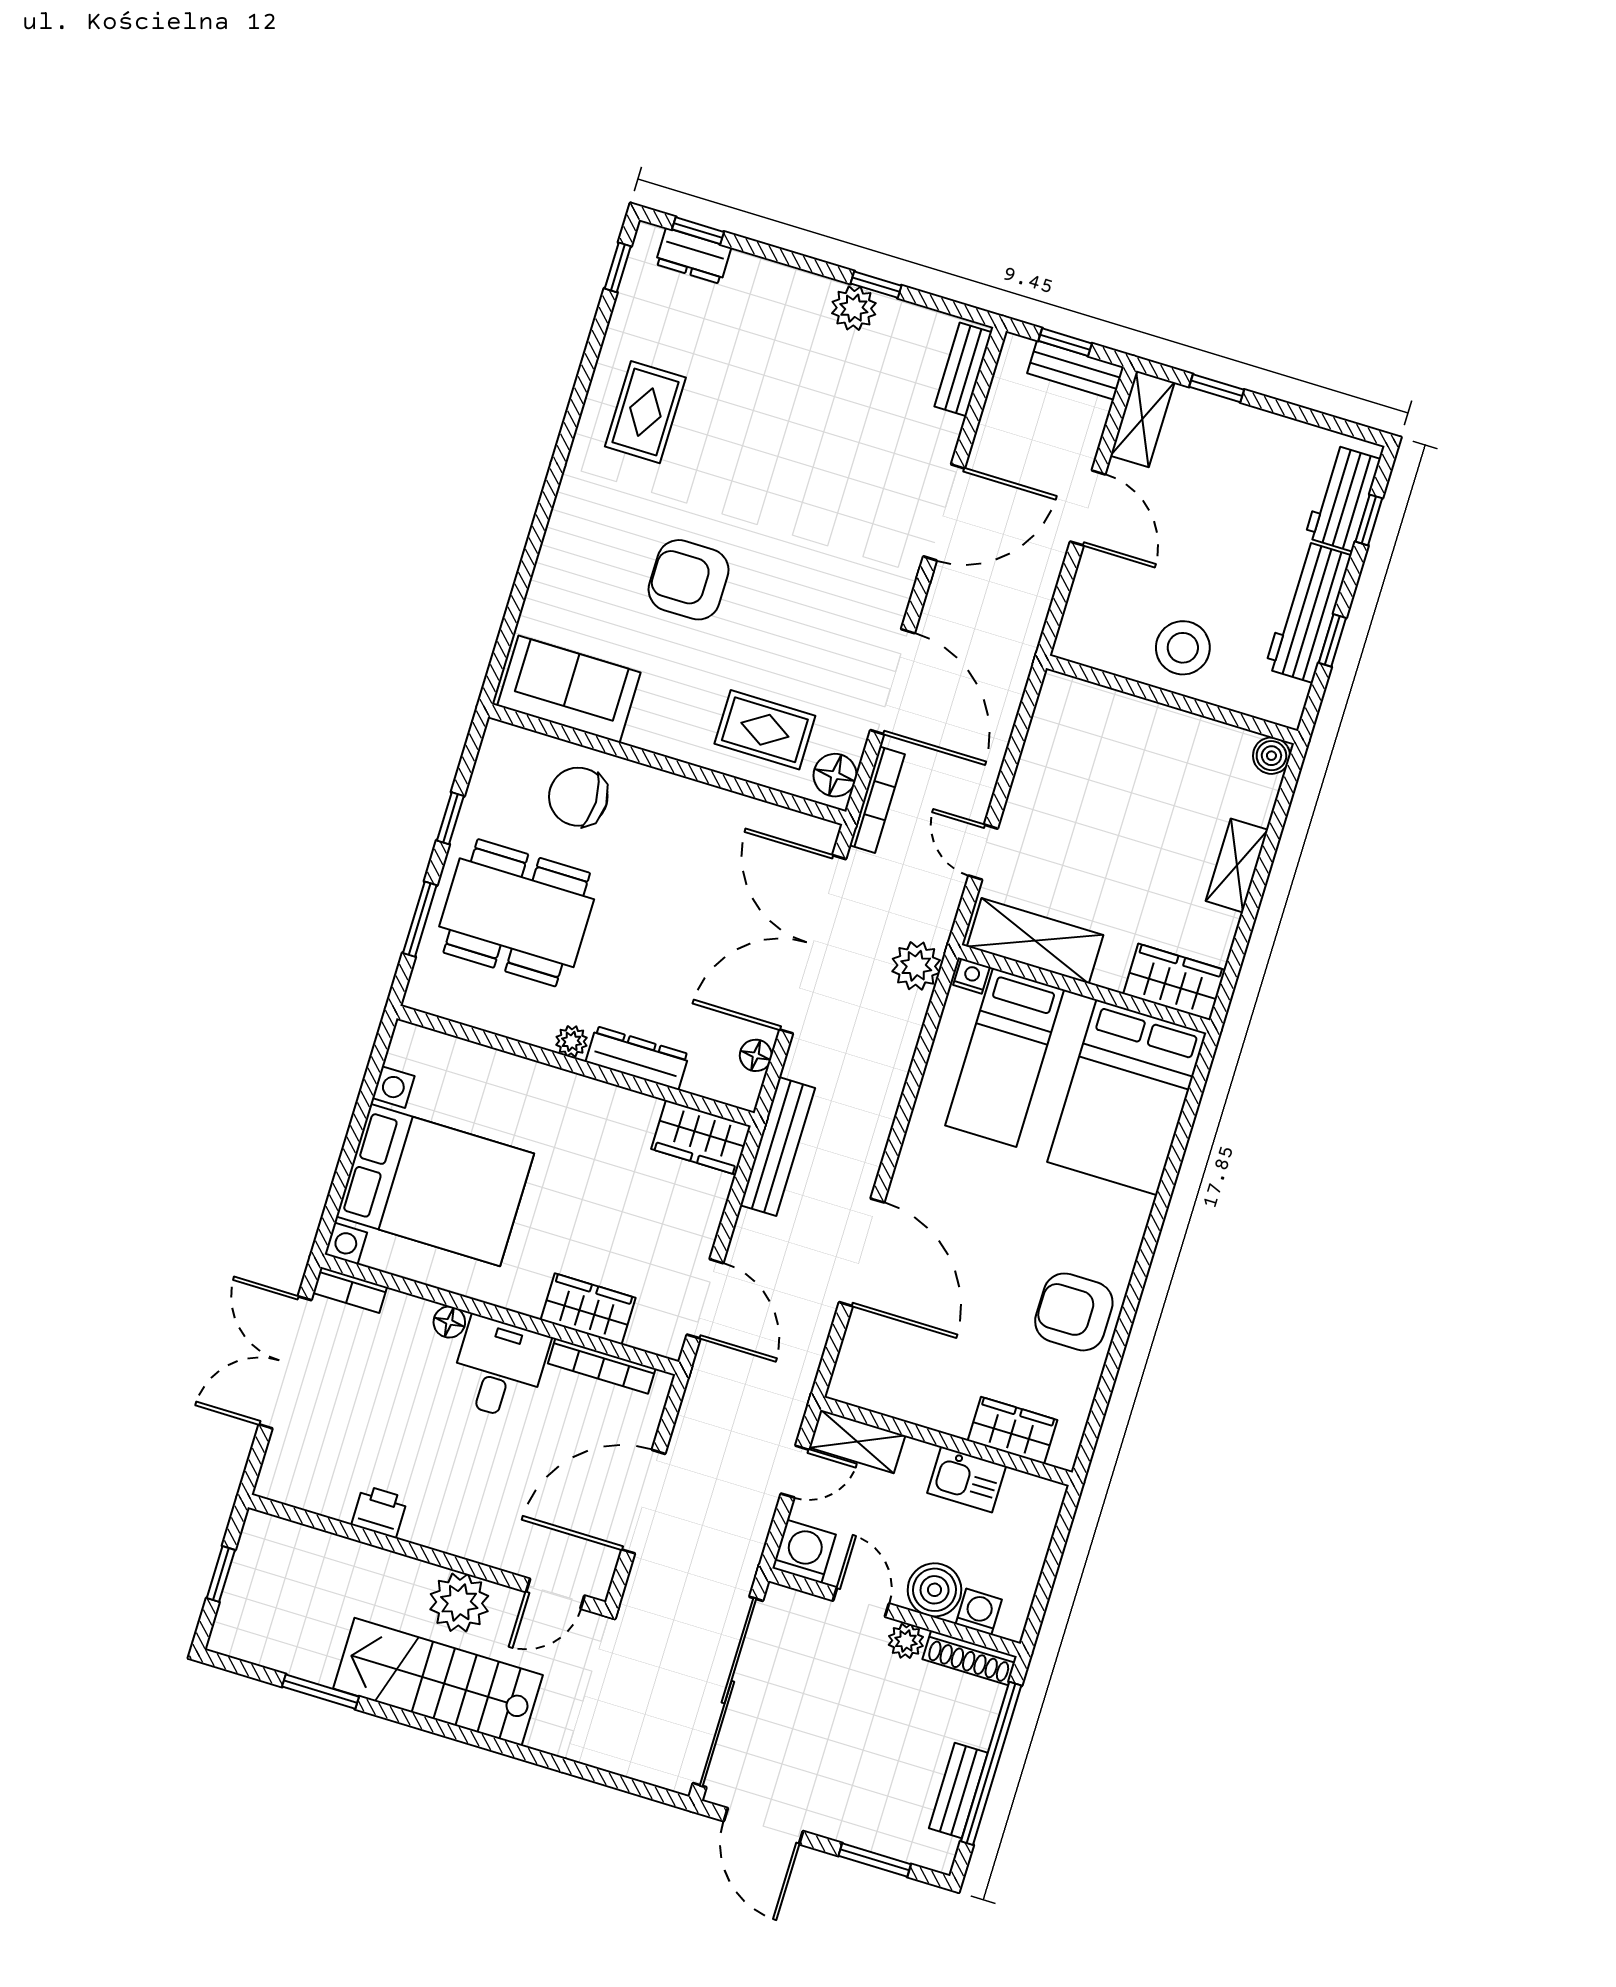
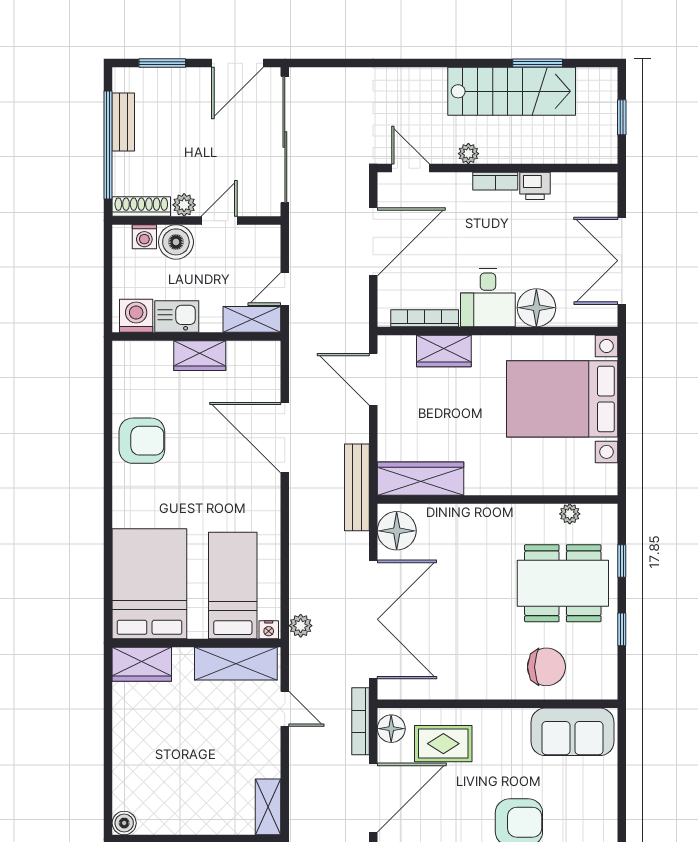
door: (893, 682) -> (373, 798), swing flipped
shelving: (1237, 865) -> (268, 807), moved
window: (420, 919) -> (622, 561), width x0.67
plant: (916, 966) -> (301, 626), width x0.73, depth x0.73
plant: (572, 1041) -> (570, 514), moved
floor lamp: (756, 1055) -> (397, 531), width x1.89, depth x1.89
dresser: (637, 1058) -> (461, 516), removed
wardrobe: (701, 1137) -> (420, 479), width x1.50
bookcase: (350, 1290) -> (495, 181), moved, turned 180
floor lamp: (449, 1322) -> (536, 308), width x1.89, depth x1.89
double door: (285, 1362) -> (622, 261), swing flipped
wardrobe: (1012, 1430) -> (200, 356), moved
washing machine: (804, 1551) -> (136, 316), moved, turned 180
door: (555, 1594) -> (411, 168), hinge flipped
door: (861, 1602) -> (219, 221), swing flipped
plant: (459, 1603) -> (468, 154), width x0.53, depth x0.53
stairs: (438, 1682) -> (512, 91), moved
door: (763, 1826) -> (238, 63), swing flipped

